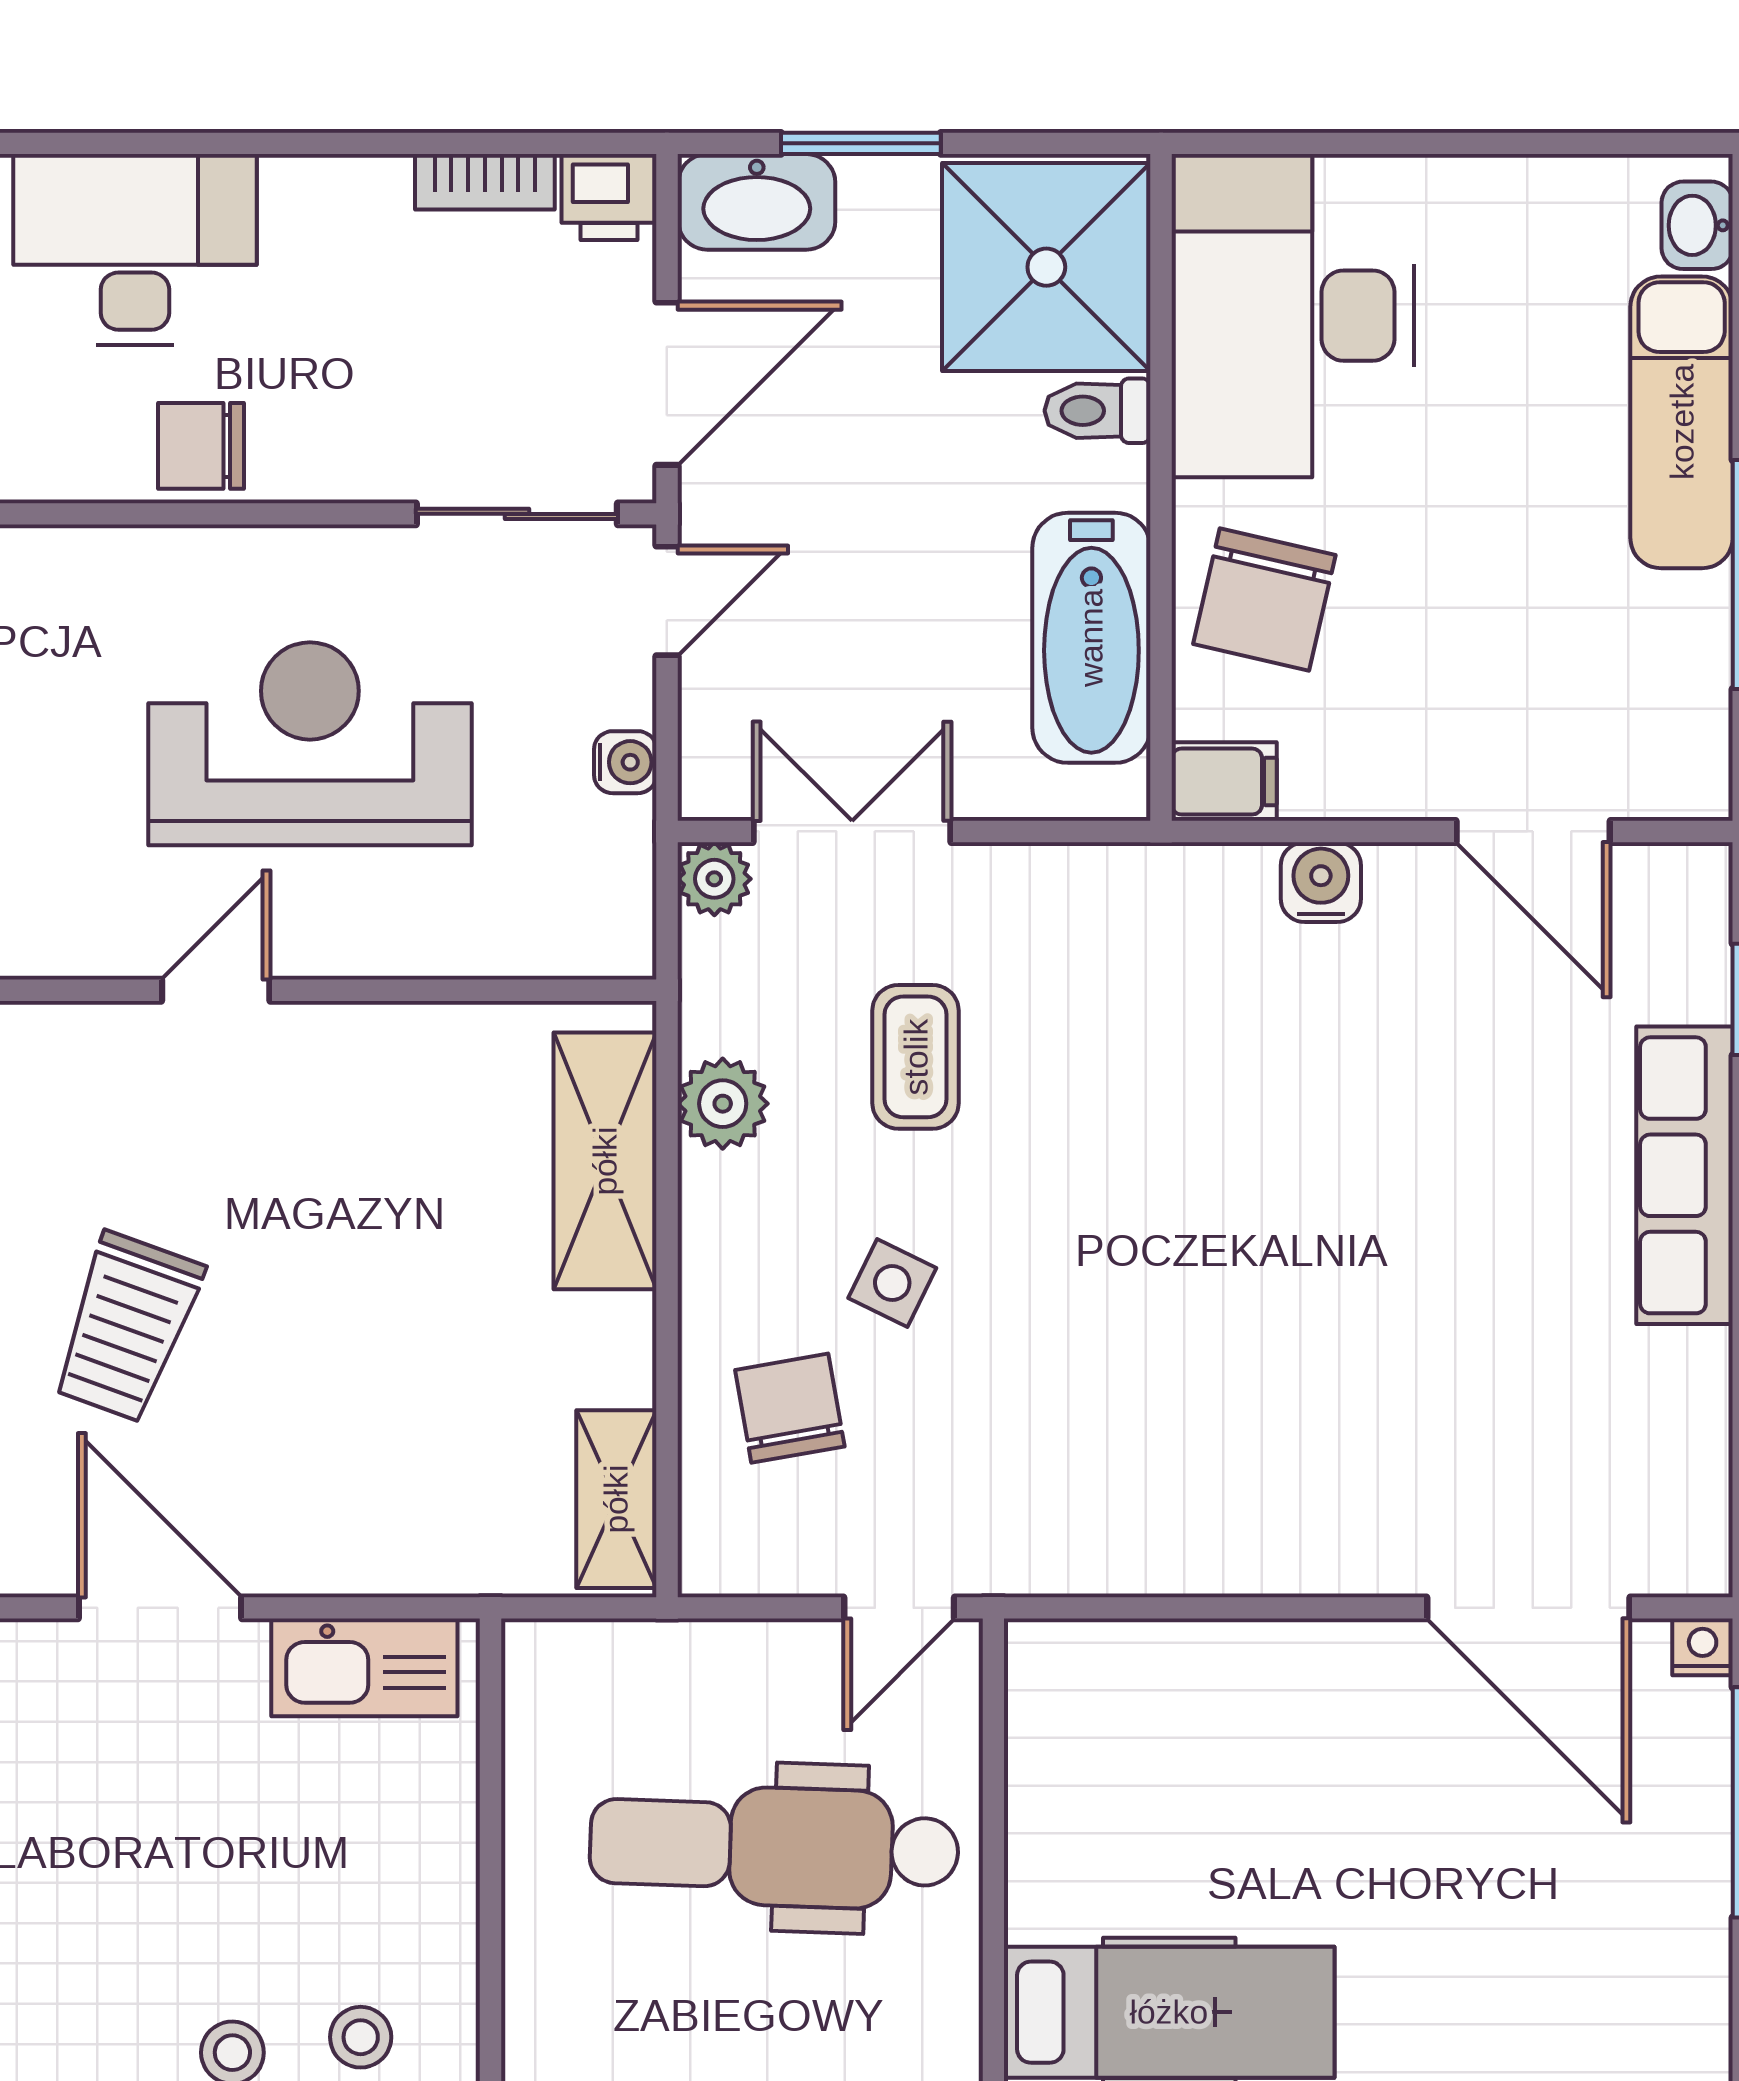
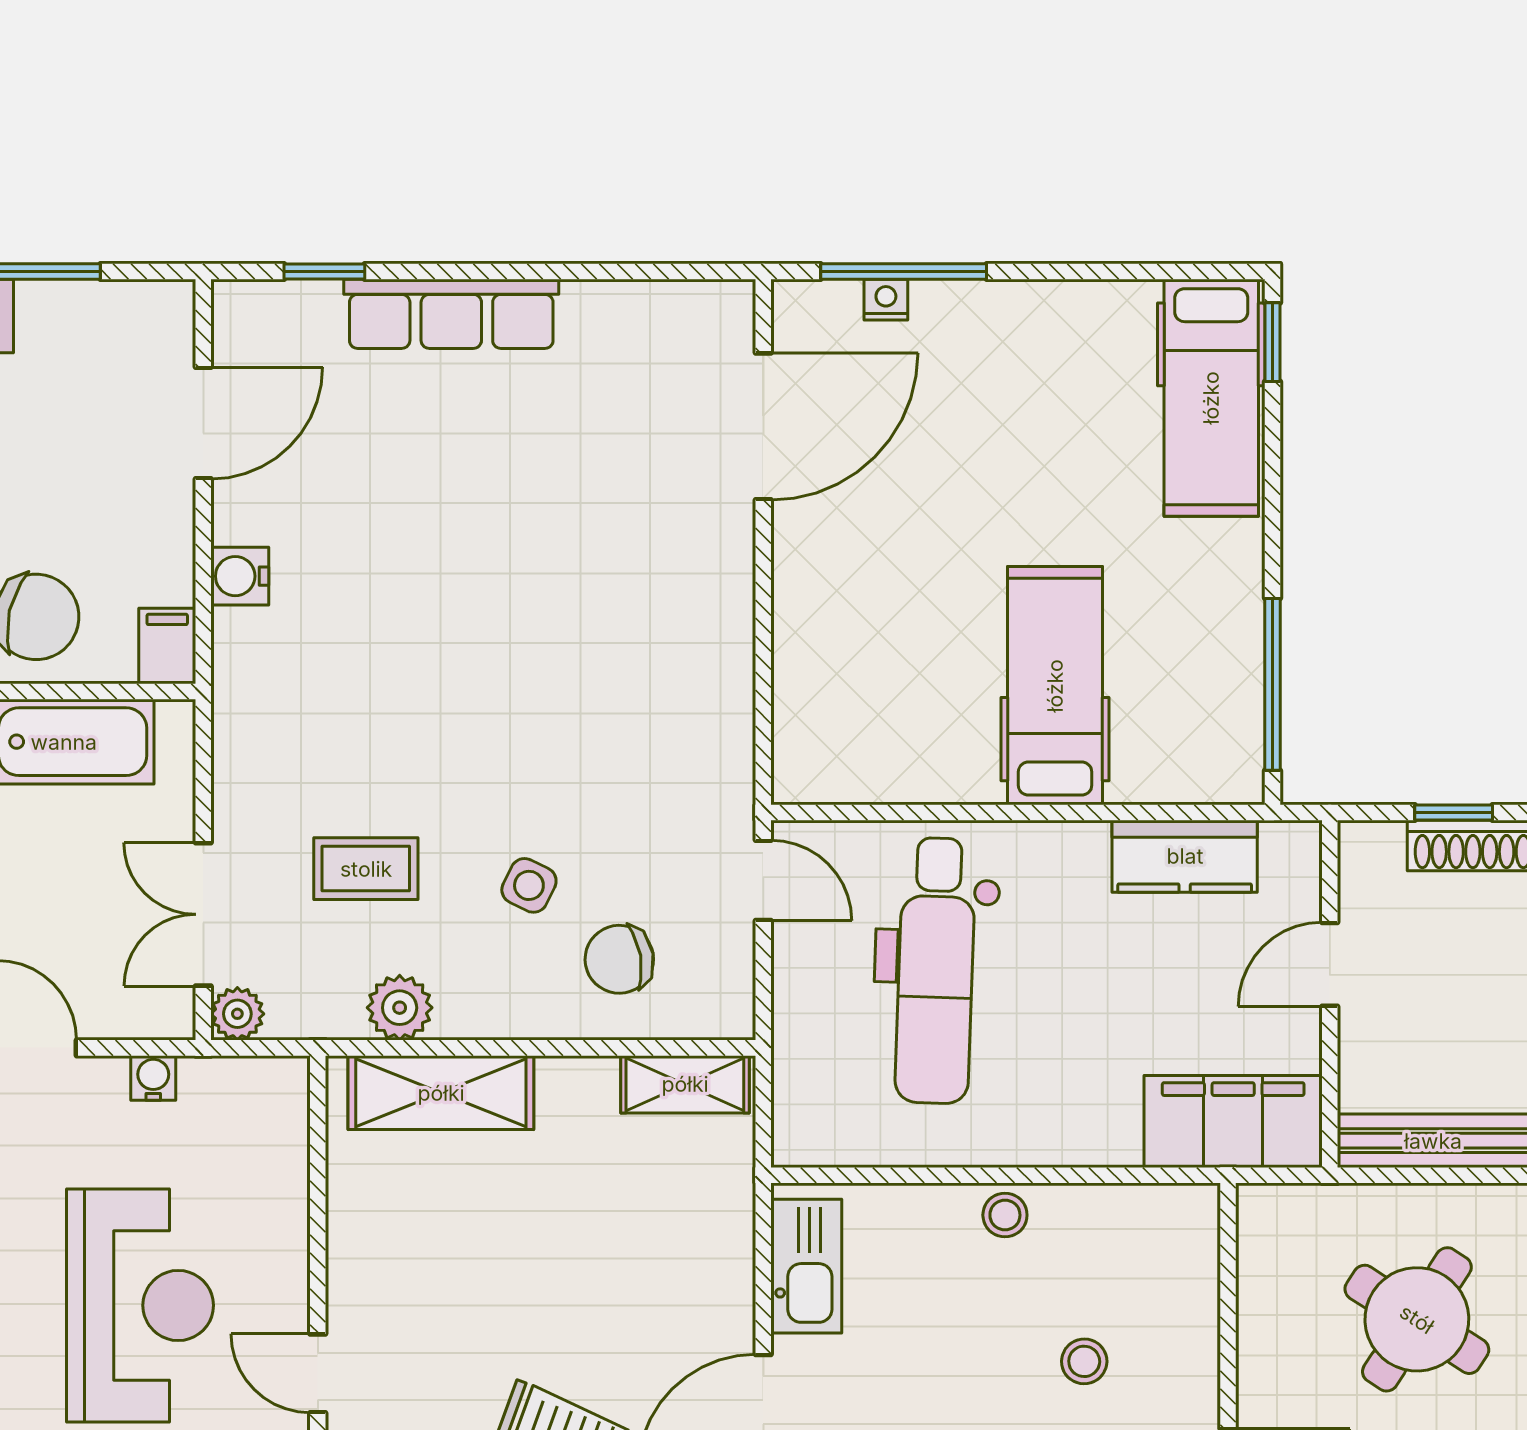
reception desk: (310, 744) -> (140, 1305), turned 180
nightstand: (1703, 1647) -> (886, 300), moved, turned 90
stool: (361, 2037) -> (1005, 1215), moved

